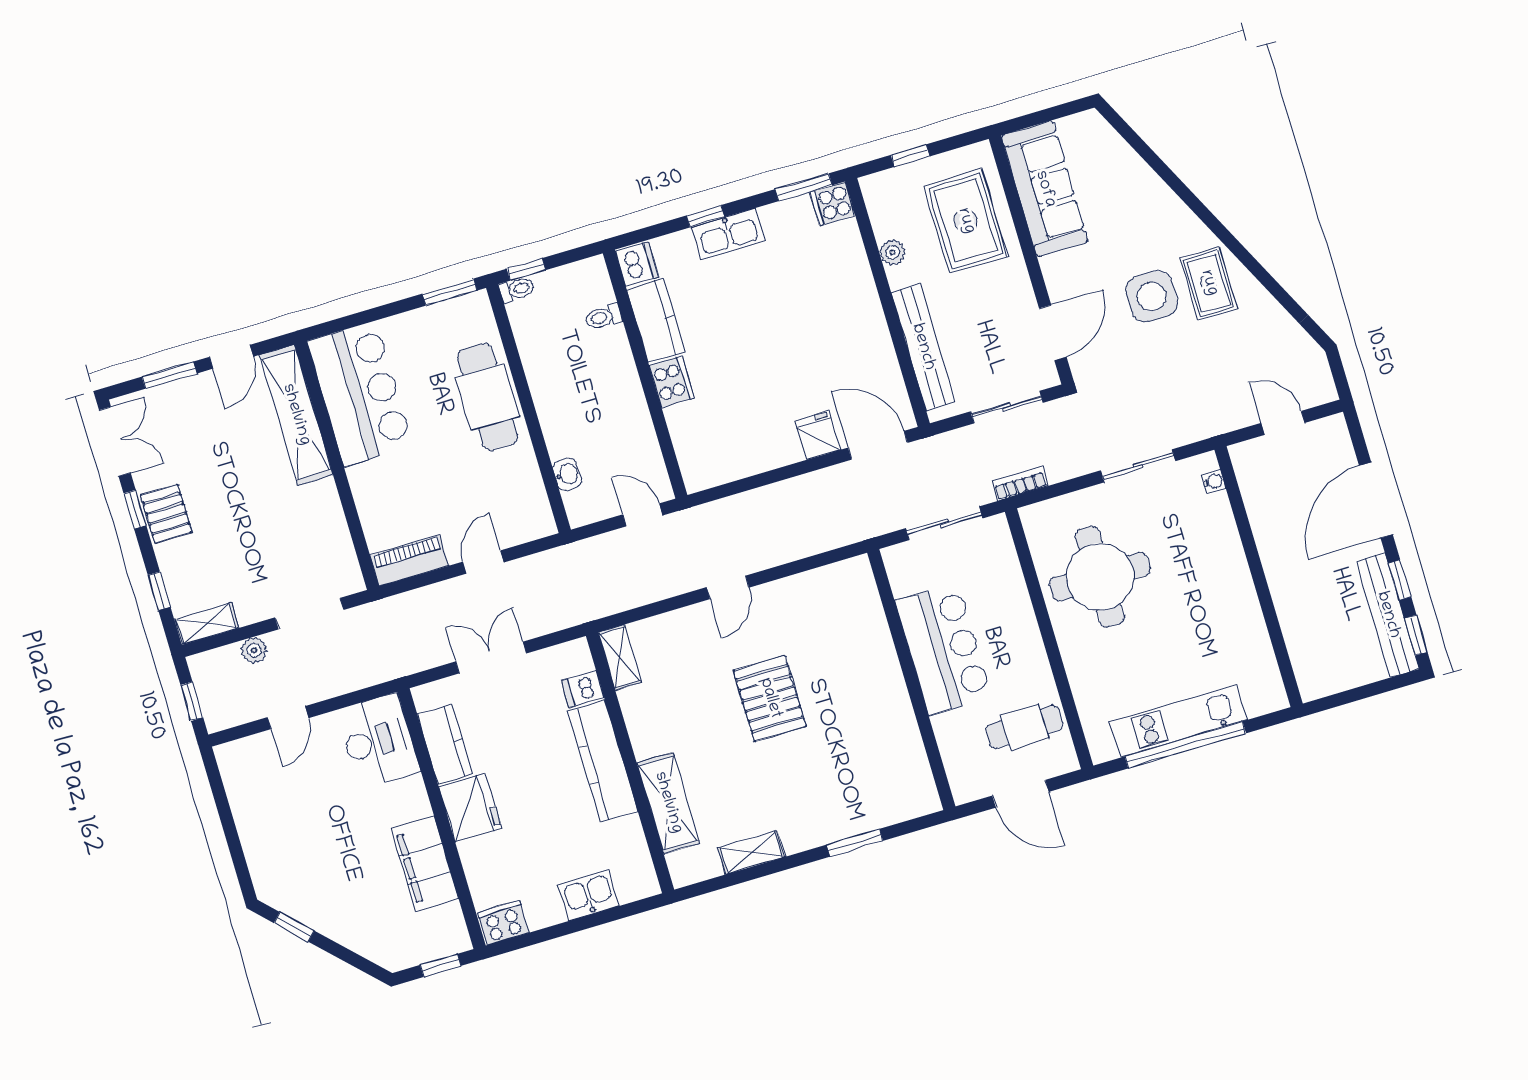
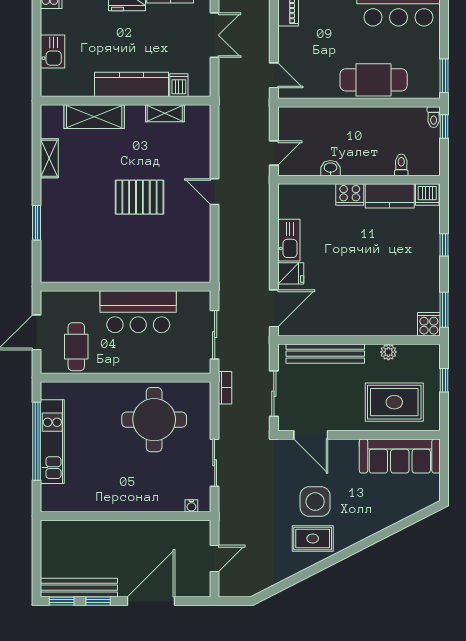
kitchen sink: (728, 234) -> (289, 240), moved, turned 180
washbasin: (567, 474) -> (330, 168), moved, turned 180
door: (1376, 500) -> (151, 601), hinge flipped
door: (483, 562) -> (274, 75), moved
shelving: (619, 657) -> (165, 113), moved

